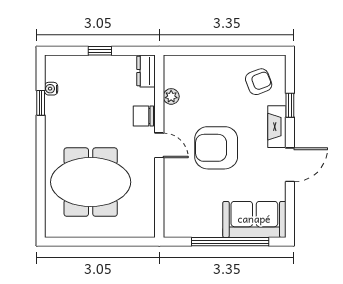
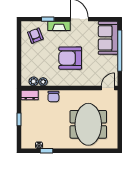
plant: (172, 78) -> (34, 81), added
door: (159, 145) -> (108, 88), moved
armchair: (216, 148) -> (70, 58), turned 90

